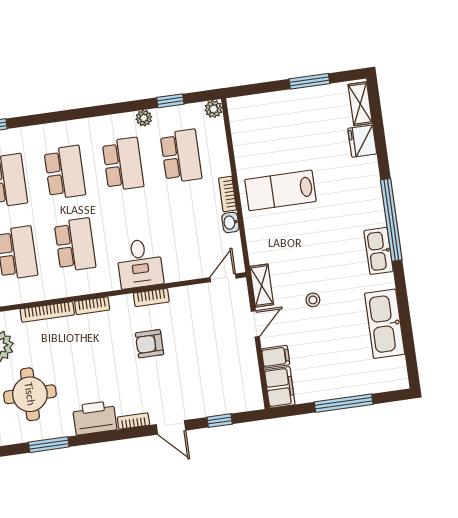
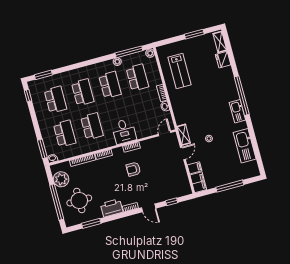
window: (170, 101) -> (129, 52), width x2.17
lab bench: (280, 190) -> (180, 71), moved, turned -90

